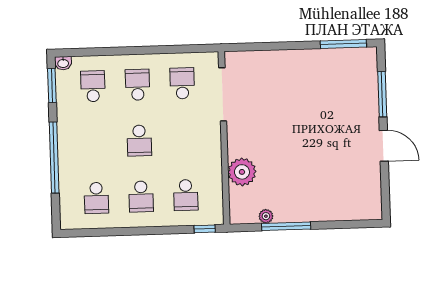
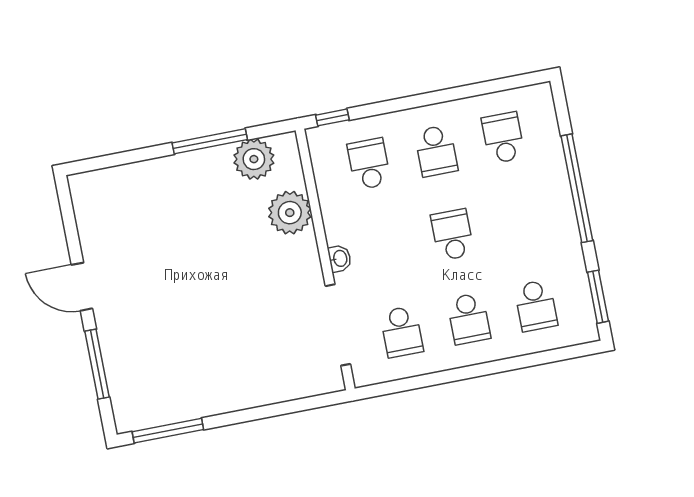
washbasin: (63, 63) -> (340, 258), moved, turned 90
school desk: (141, 196) -> (436, 151), turned 180
plant: (266, 216) -> (254, 159), width x1.87, depth x1.87

